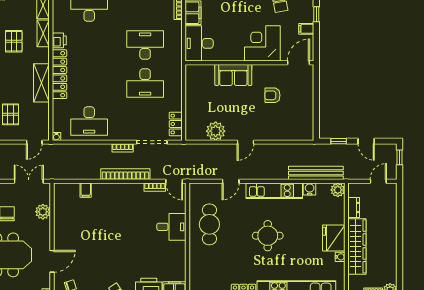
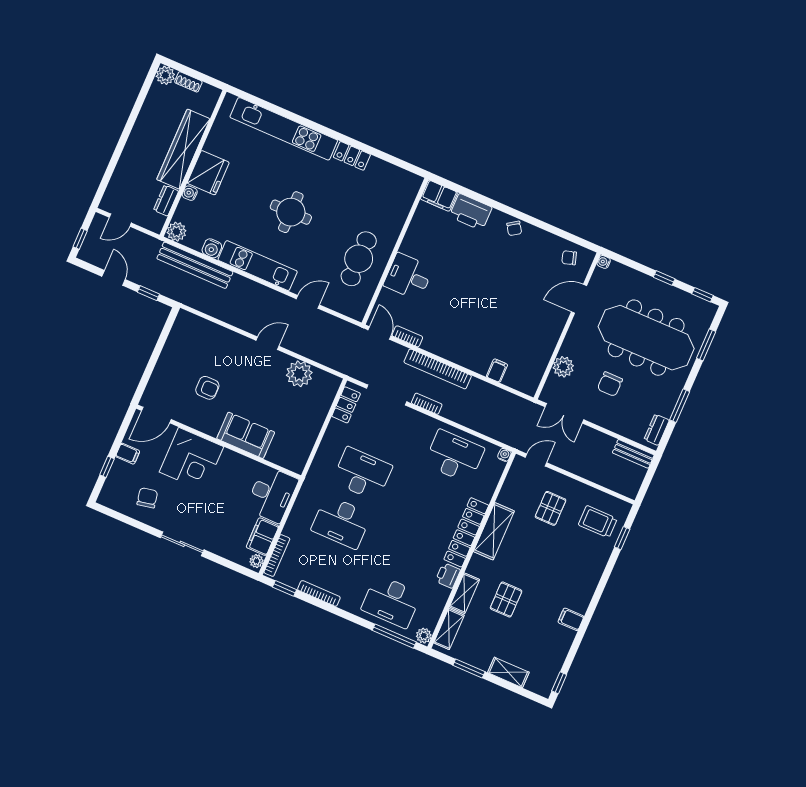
water cooler: (340, 257) -> (190, 193), moved

